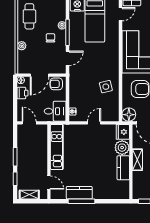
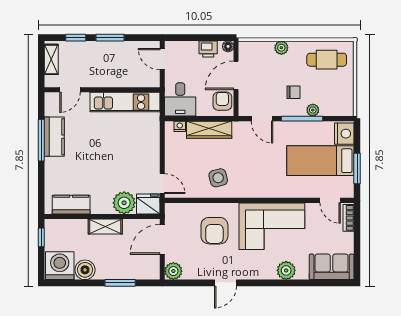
door: (39, 75) -> (236, 75), hinge flipped
wardrobe: (75, 92) -> (209, 130), added
floor lamp: (129, 115) -> (175, 213), removed
door: (29, 123) -> (162, 59), swing flipped
door: (94, 123) -> (162, 184), moved
kitchen counter: (123, 168) -> (71, 205), moved

